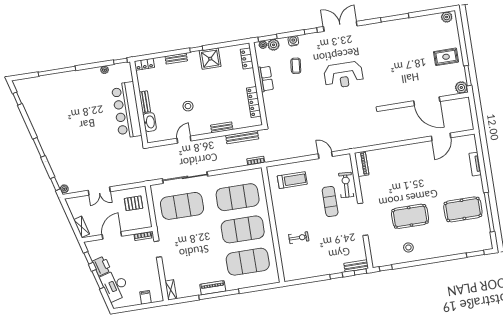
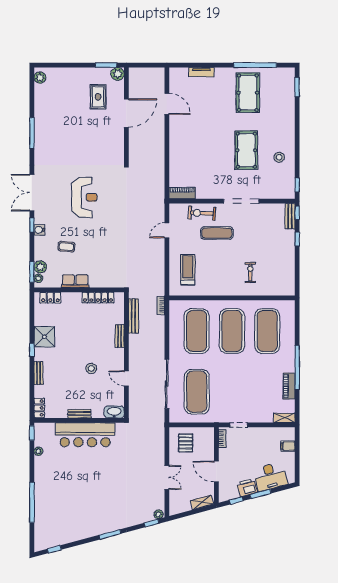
water cooler: (293, 41) -> (39, 230), moved
rug: (446, 57) -> (98, 97), moved
washbasin: (150, 122) -> (114, 412), moved
piano: (213, 288) -> (289, 386), moved

